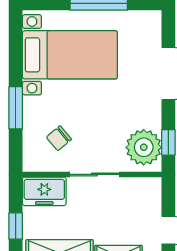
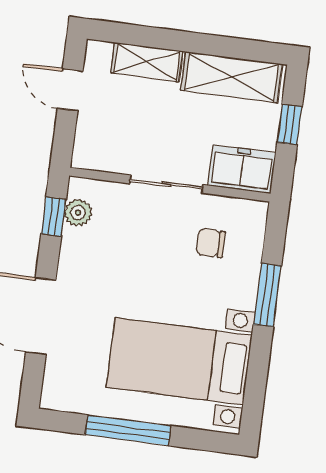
chair: (59, 138) -> (211, 243), turned -140
plant: (144, 147) -> (78, 213), width x0.53, depth x0.53

